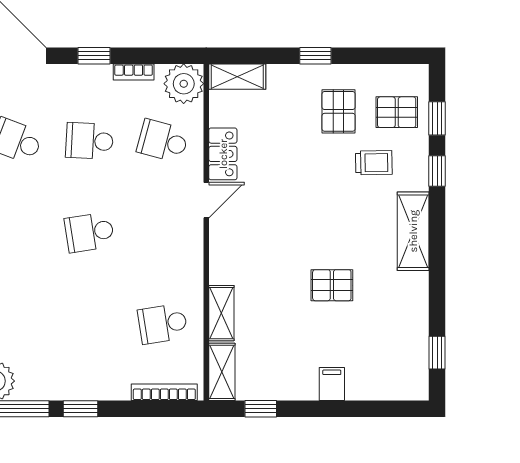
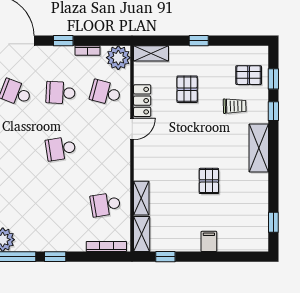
pallet: (339, 111) -> (187, 89), moved
pallet: (332, 285) -> (209, 181), turned 90

